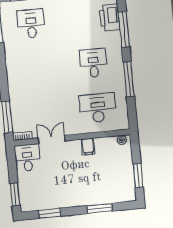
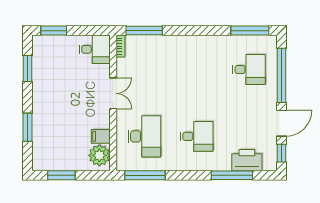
window: (129, 79) -> (145, 175), moved
double door: (52, 140) -> (113, 93), moved
plant: (122, 140) -> (99, 155), width x1.87, depth x1.87
filing cabinet: (88, 147) -> (101, 136), moved

